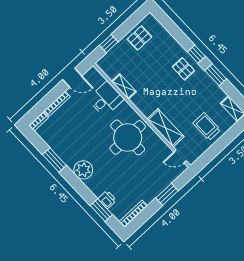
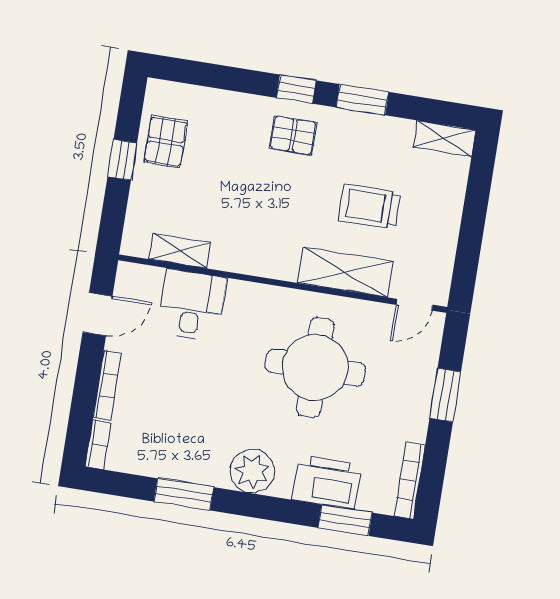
window: (109, 44) -> (122, 160), moved
shelving: (124, 87) -> (180, 251), moved
trolley: (207, 127) -> (369, 207), moved
round table: (128, 137) -> (315, 368), moved
printer: (107, 200) -> (327, 482), width x1.87, depth x1.48

